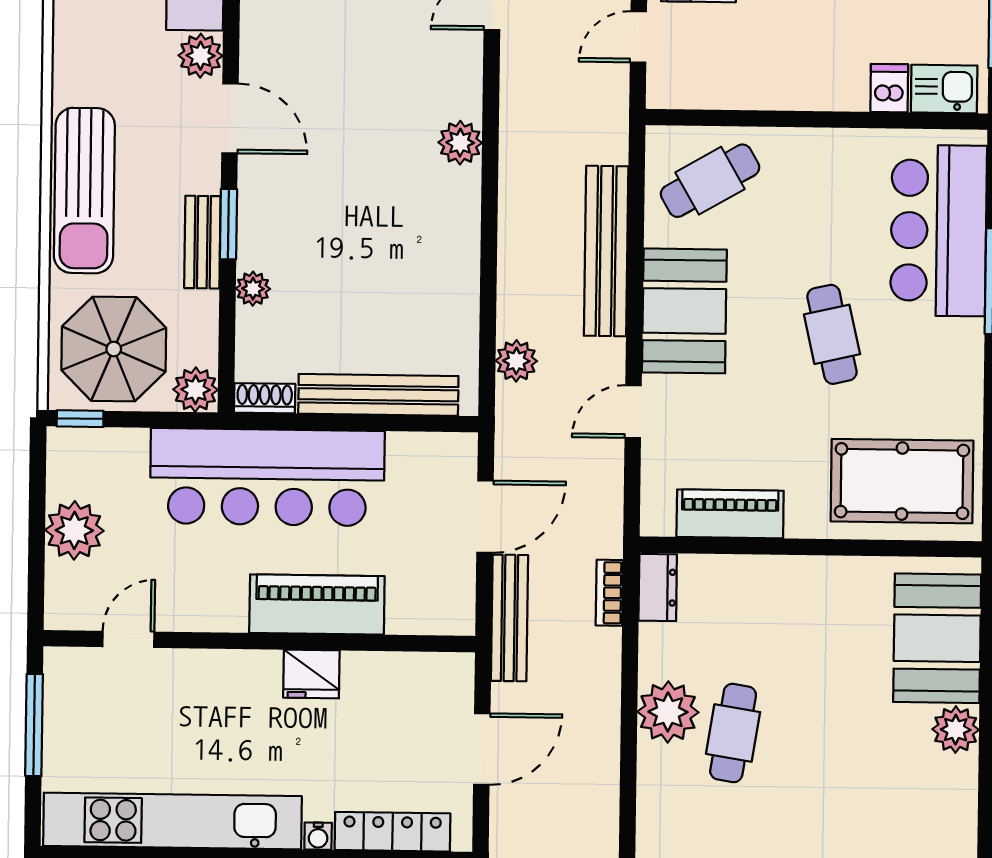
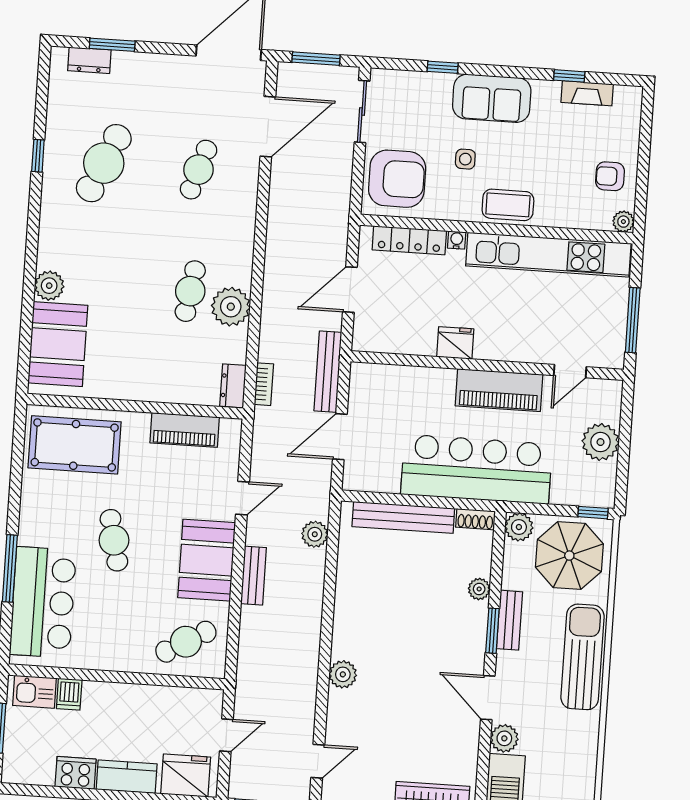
bench: (606, 251) -> (253, 576), width x0.54, depth x0.82
piano: (317, 605) -> (499, 390), moved

